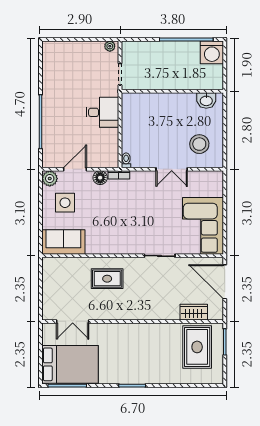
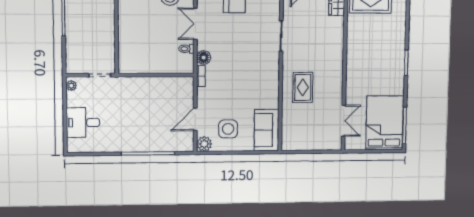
desk: (102, 112) -> (83, 123), moved, turned -90
toilet: (126, 160) -> (186, 49), moved
door: (75, 169) -> (195, 119), hinge flipped
double door: (172, 169) -> (195, 24), swing flipped
floor lamp: (100, 178) -> (204, 58), moved

